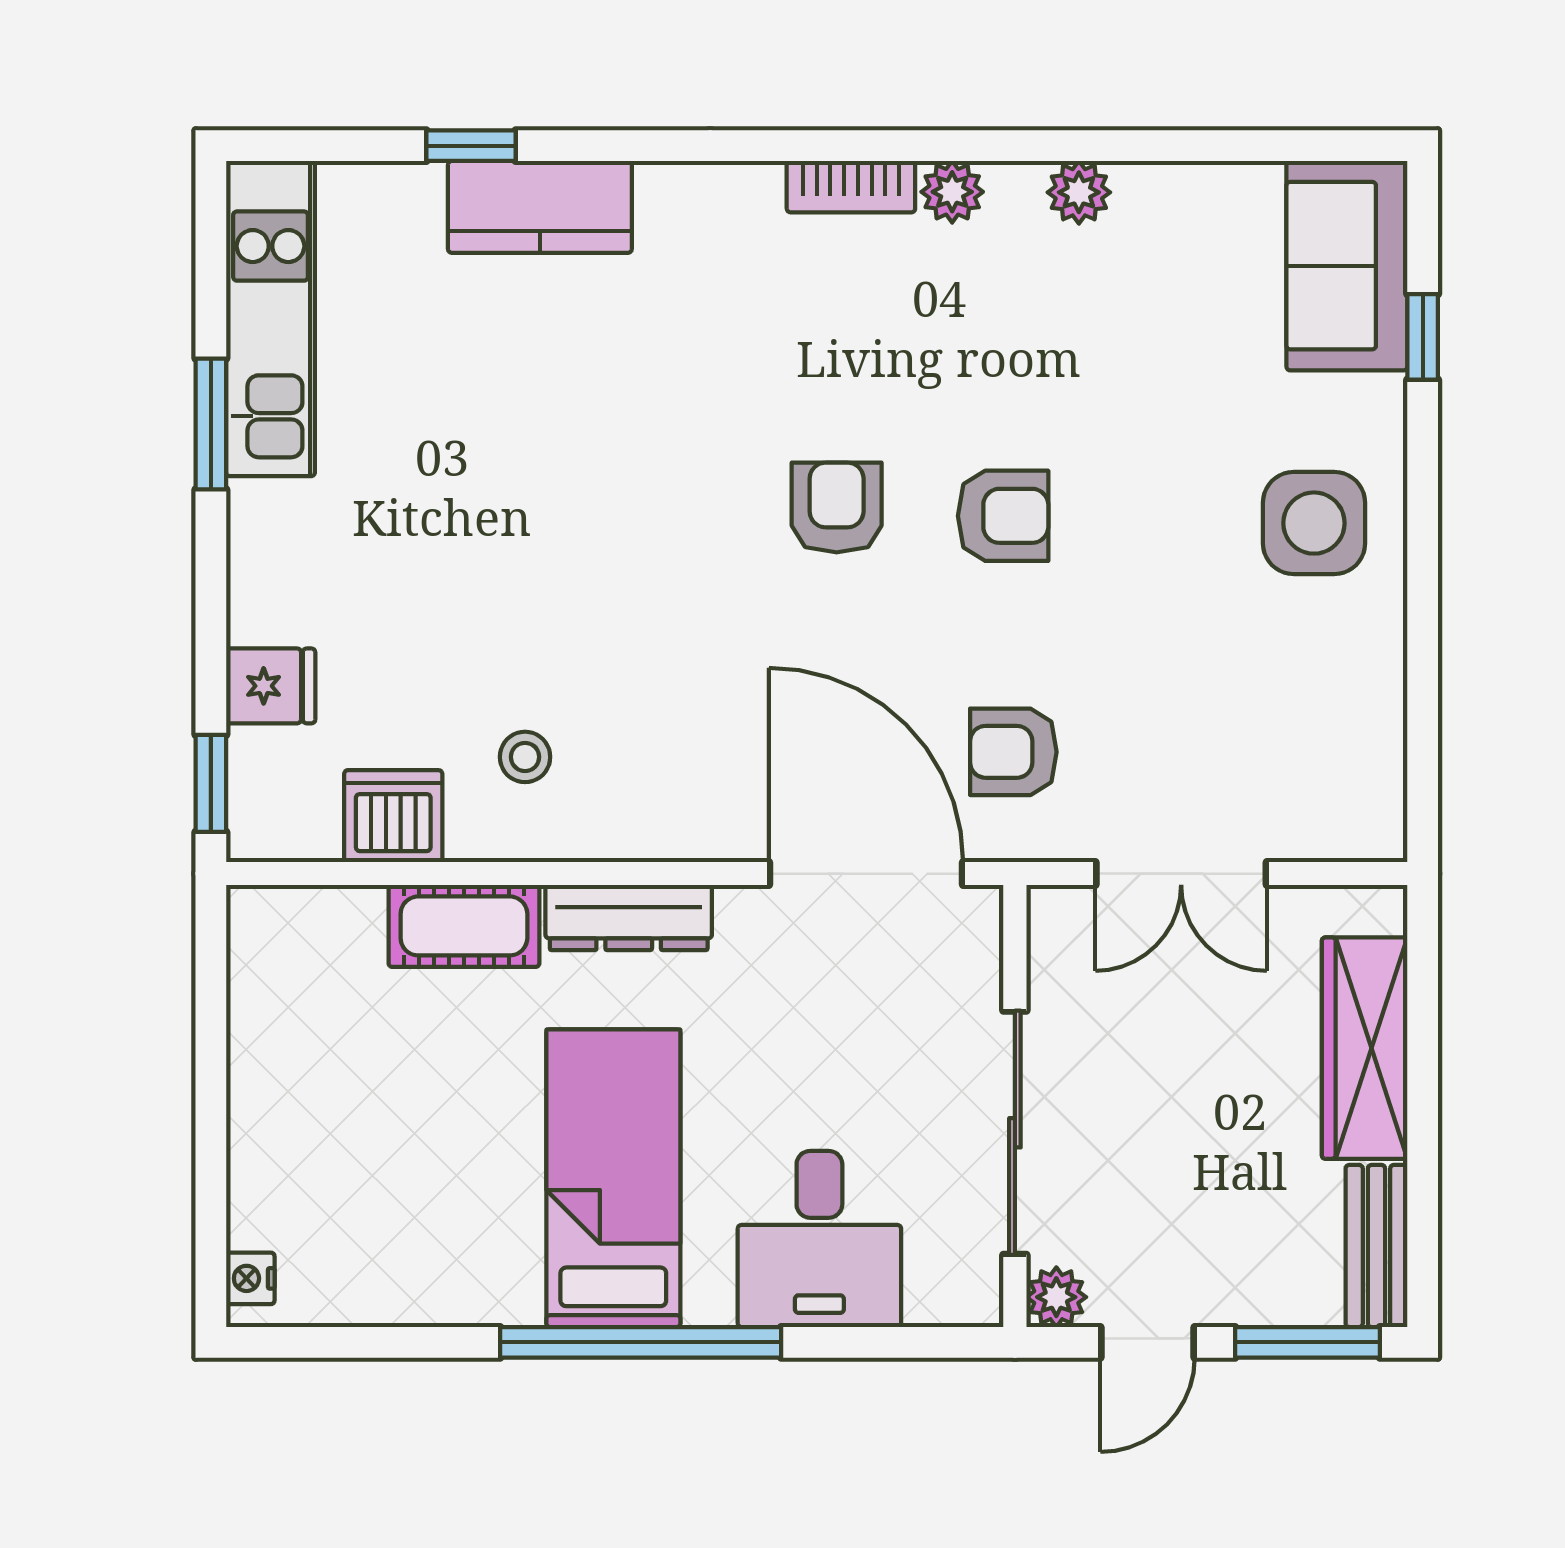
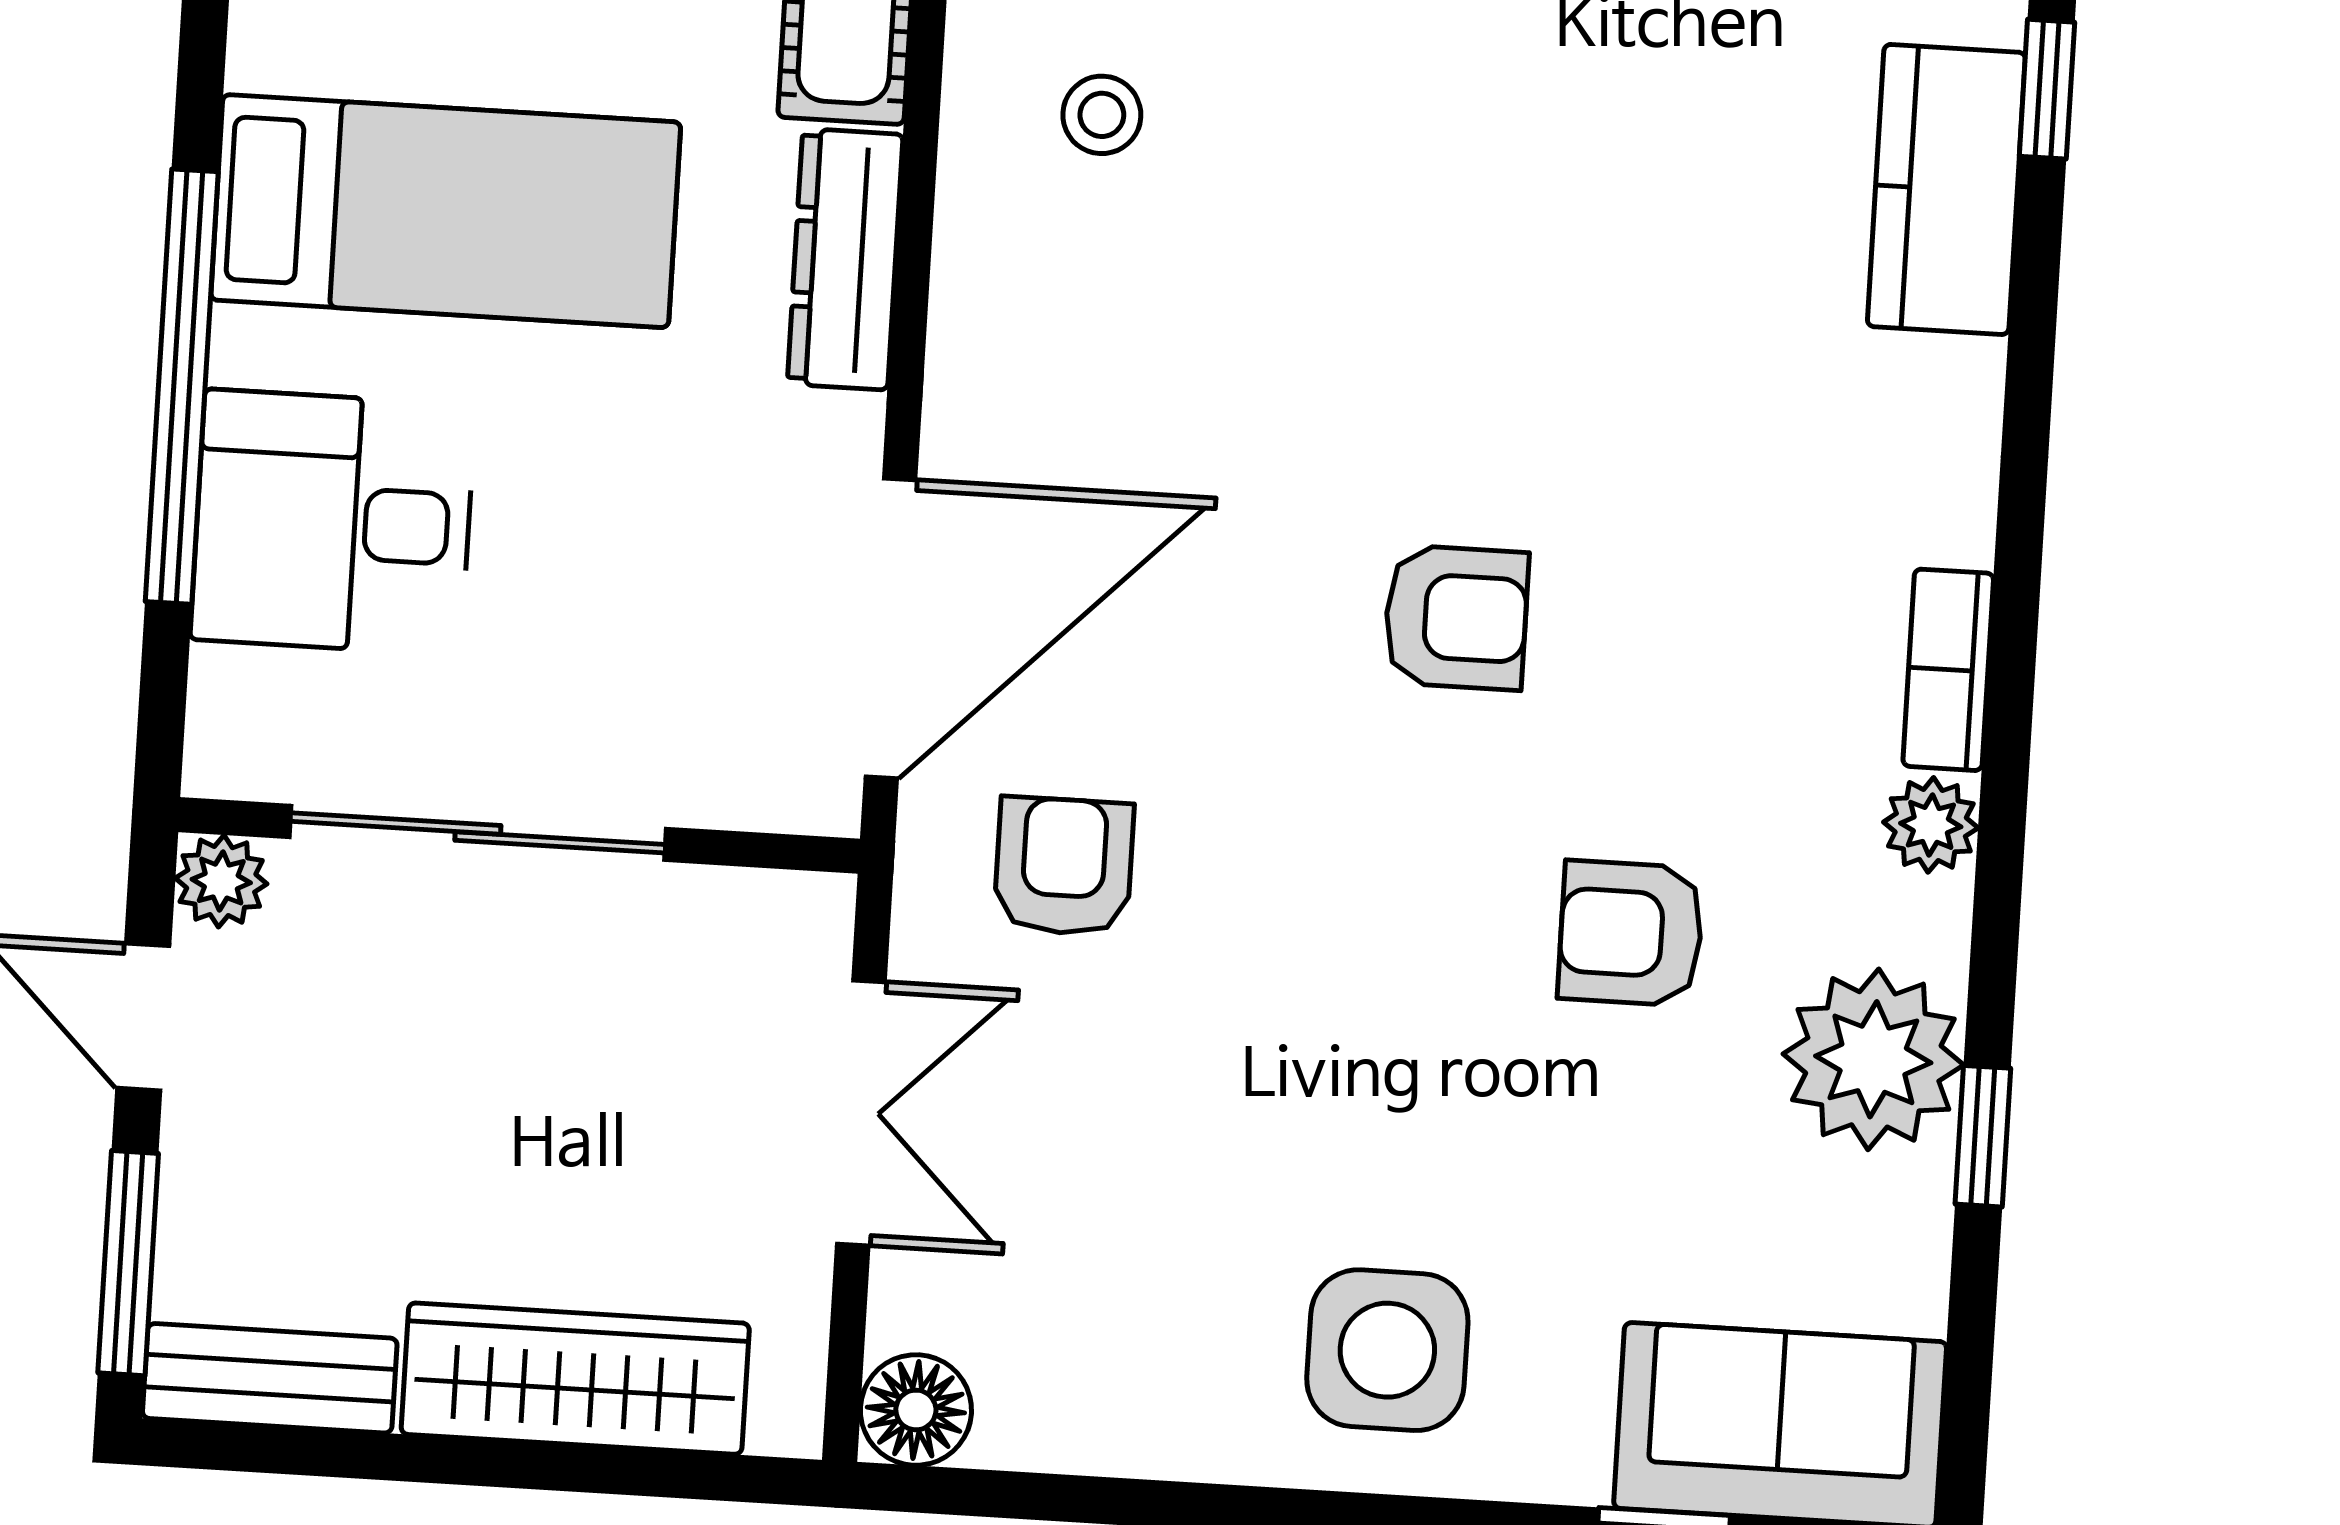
window: (1152, 146) -> (1983, 1136), added
plant: (1079, 192) -> (1873, 1059), width x1.88, depth x1.88
armchair: (1003, 516) -> (1631, 933), moved, turned 90
floor lamp: (1371, 826) -> (916, 1410), added
double door: (1181, 874) -> (861, 1113), swing flipped
window: (641, 1342) -> (182, 387), moved

